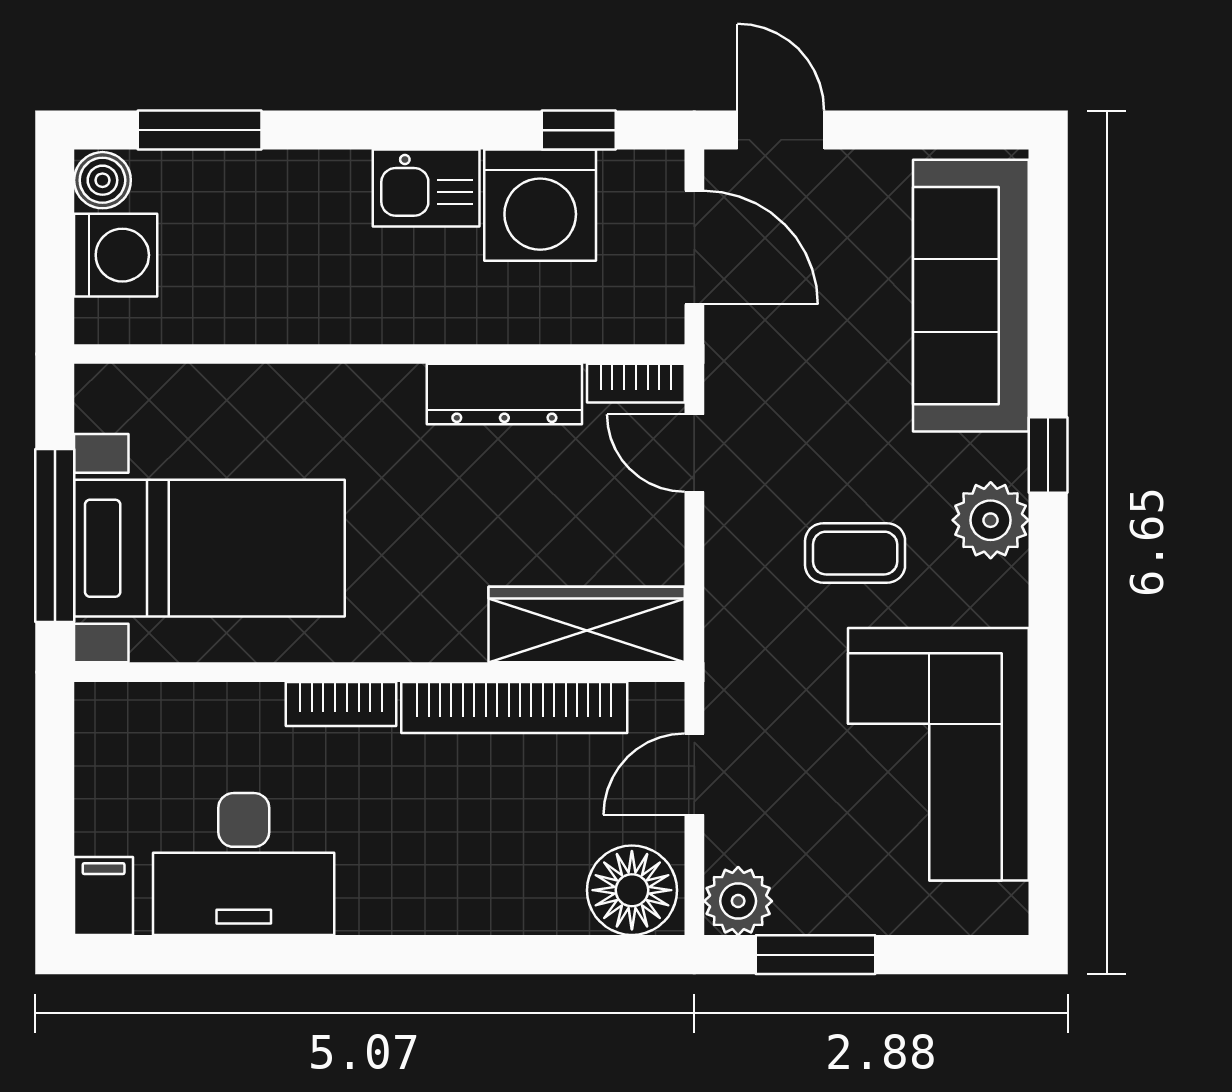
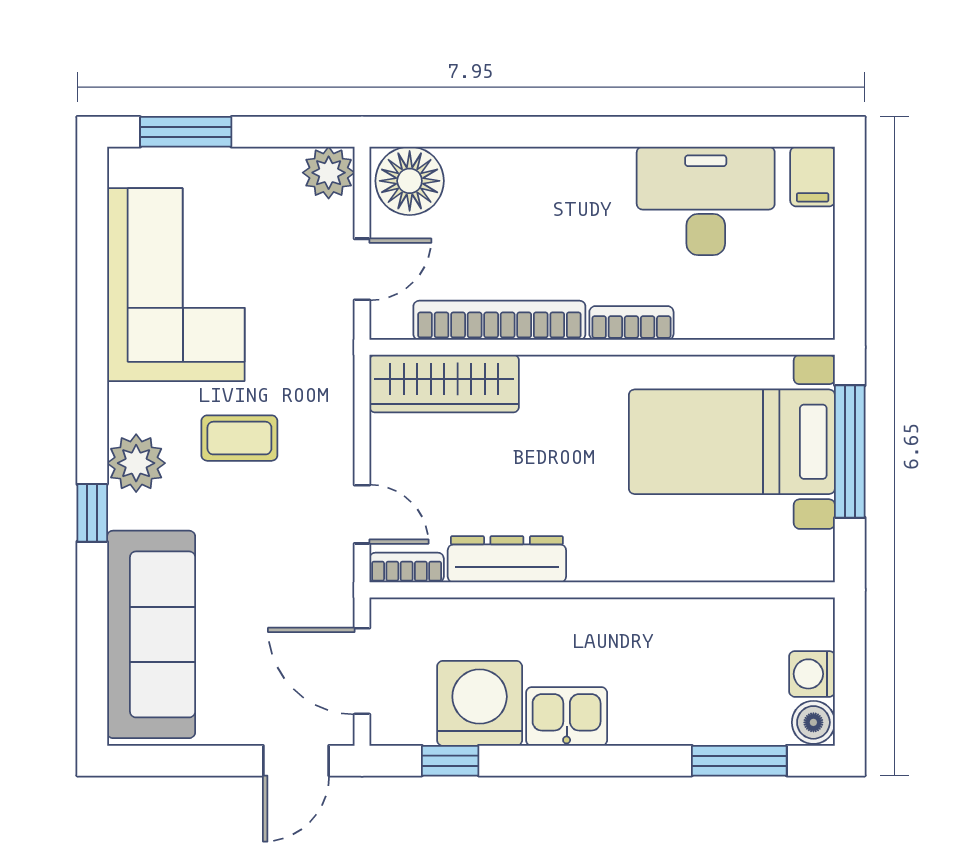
door: (781, 130) -> (296, 761), hinge flipped
washing machine: (116, 255) -> (812, 674), width x0.73, depth x0.73
window: (815, 955) -> (186, 132), moved

